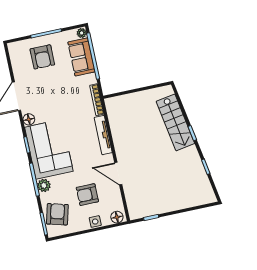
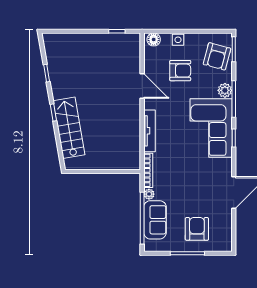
plant: (82, 33) -> (149, 194), moved
floor lamp: (29, 119) -> (226, 165), removed

